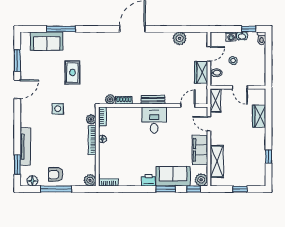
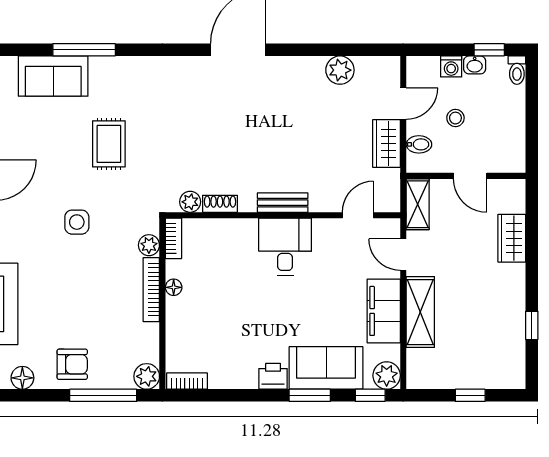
shelving: (217, 161) -> (420, 312), moved
armchair: (56, 175) -> (72, 364), turned 180
window: (56, 189) -> (103, 395), moved

